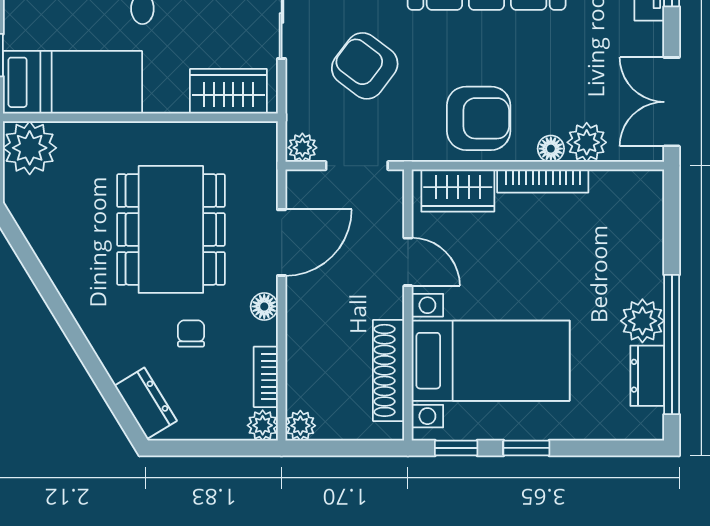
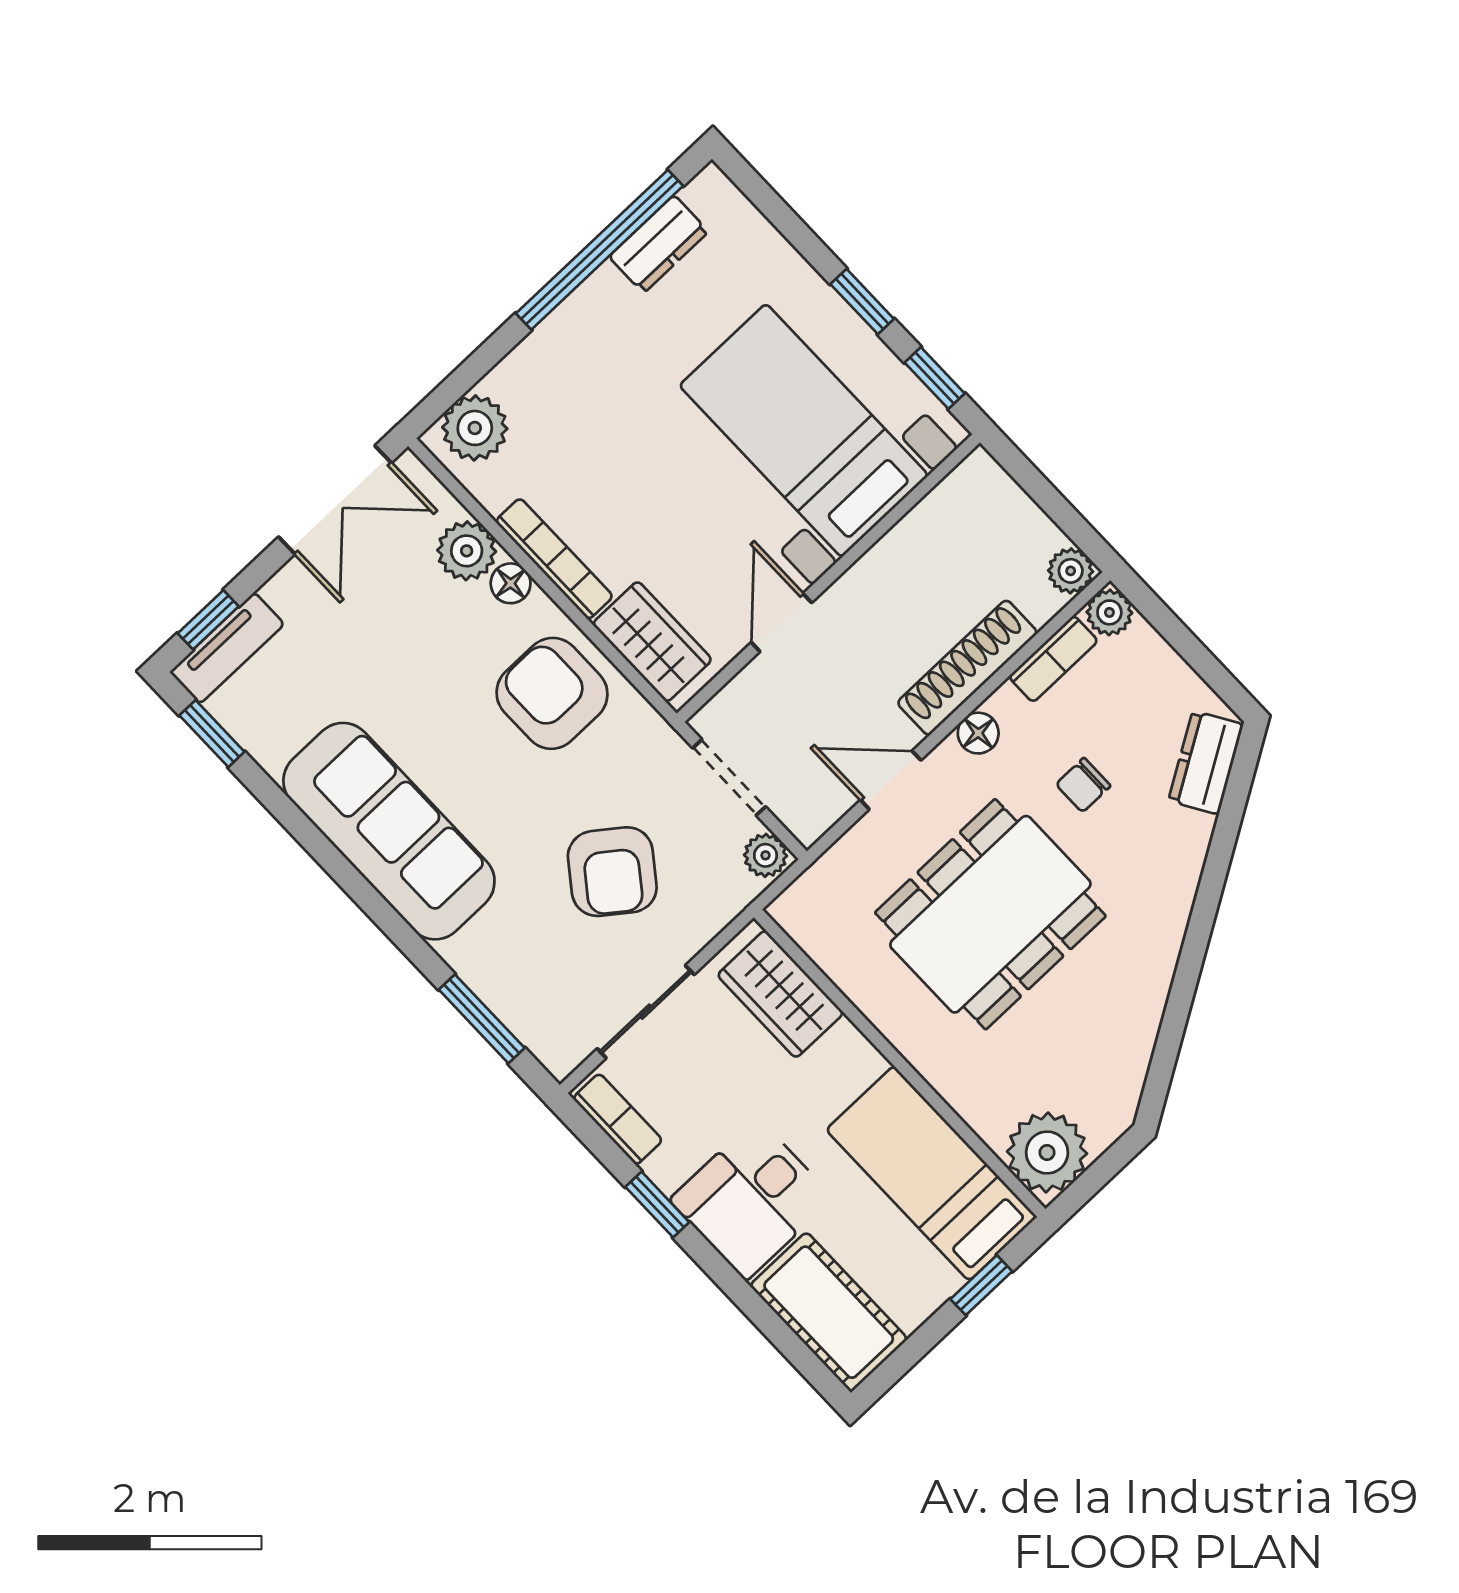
door: (282, 243) -> (891, 780), width x0.73
plant: (642, 321) -> (475, 428), moved
shoe rack: (389, 370) -> (967, 668), moved, turned 180

